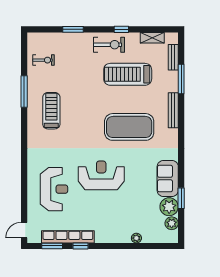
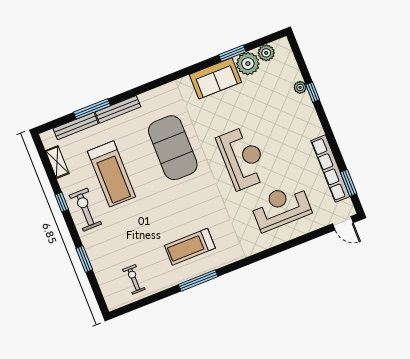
bench: (173, 57) -> (76, 126), width x1.36
window: (24, 92) -> (198, 280), moved
bench: (173, 110) -> (118, 109), moved
reception desk: (101, 175) -> (243, 158), turned 180
window: (80, 246) -> (313, 92), moved

